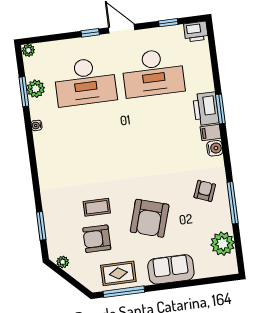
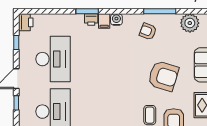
printer: (206, 109) -> (91, 20), width x0.53, depth x0.68

